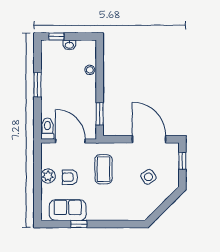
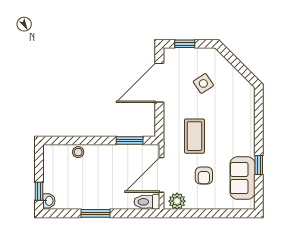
washbasin: (69, 45) -> (49, 201), moved
coffee table: (104, 169) -> (194, 136), turned 90
plant: (48, 176) -> (177, 201), moved

